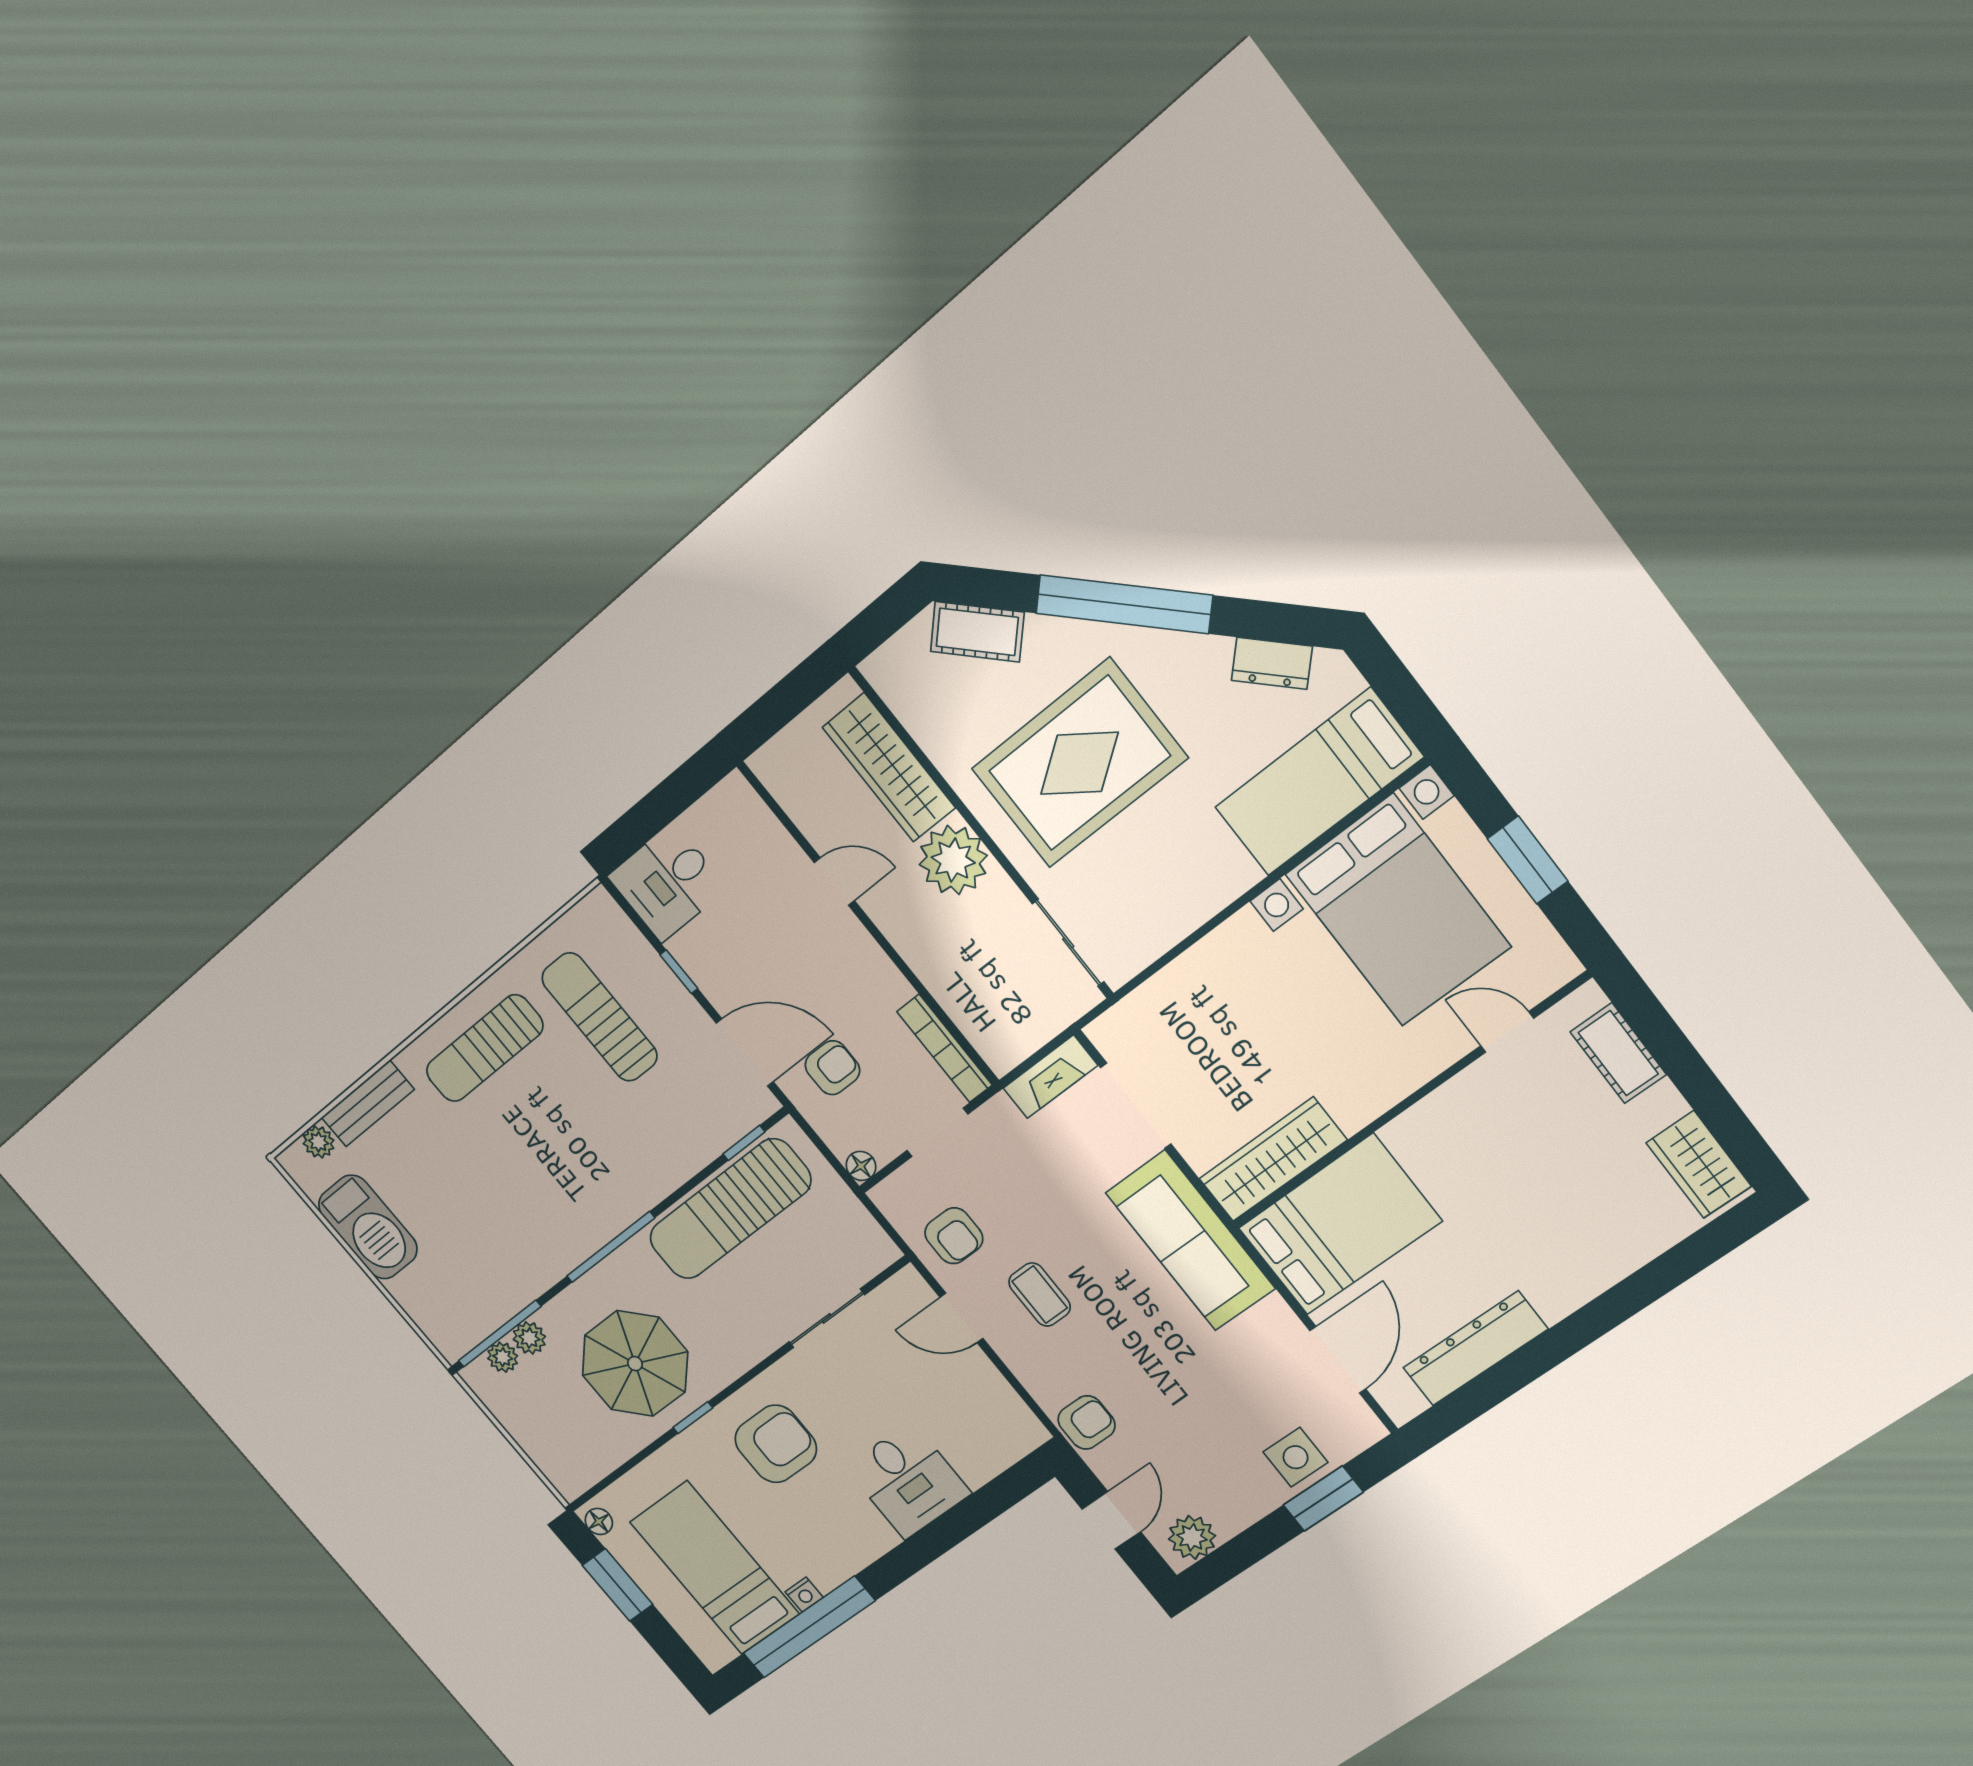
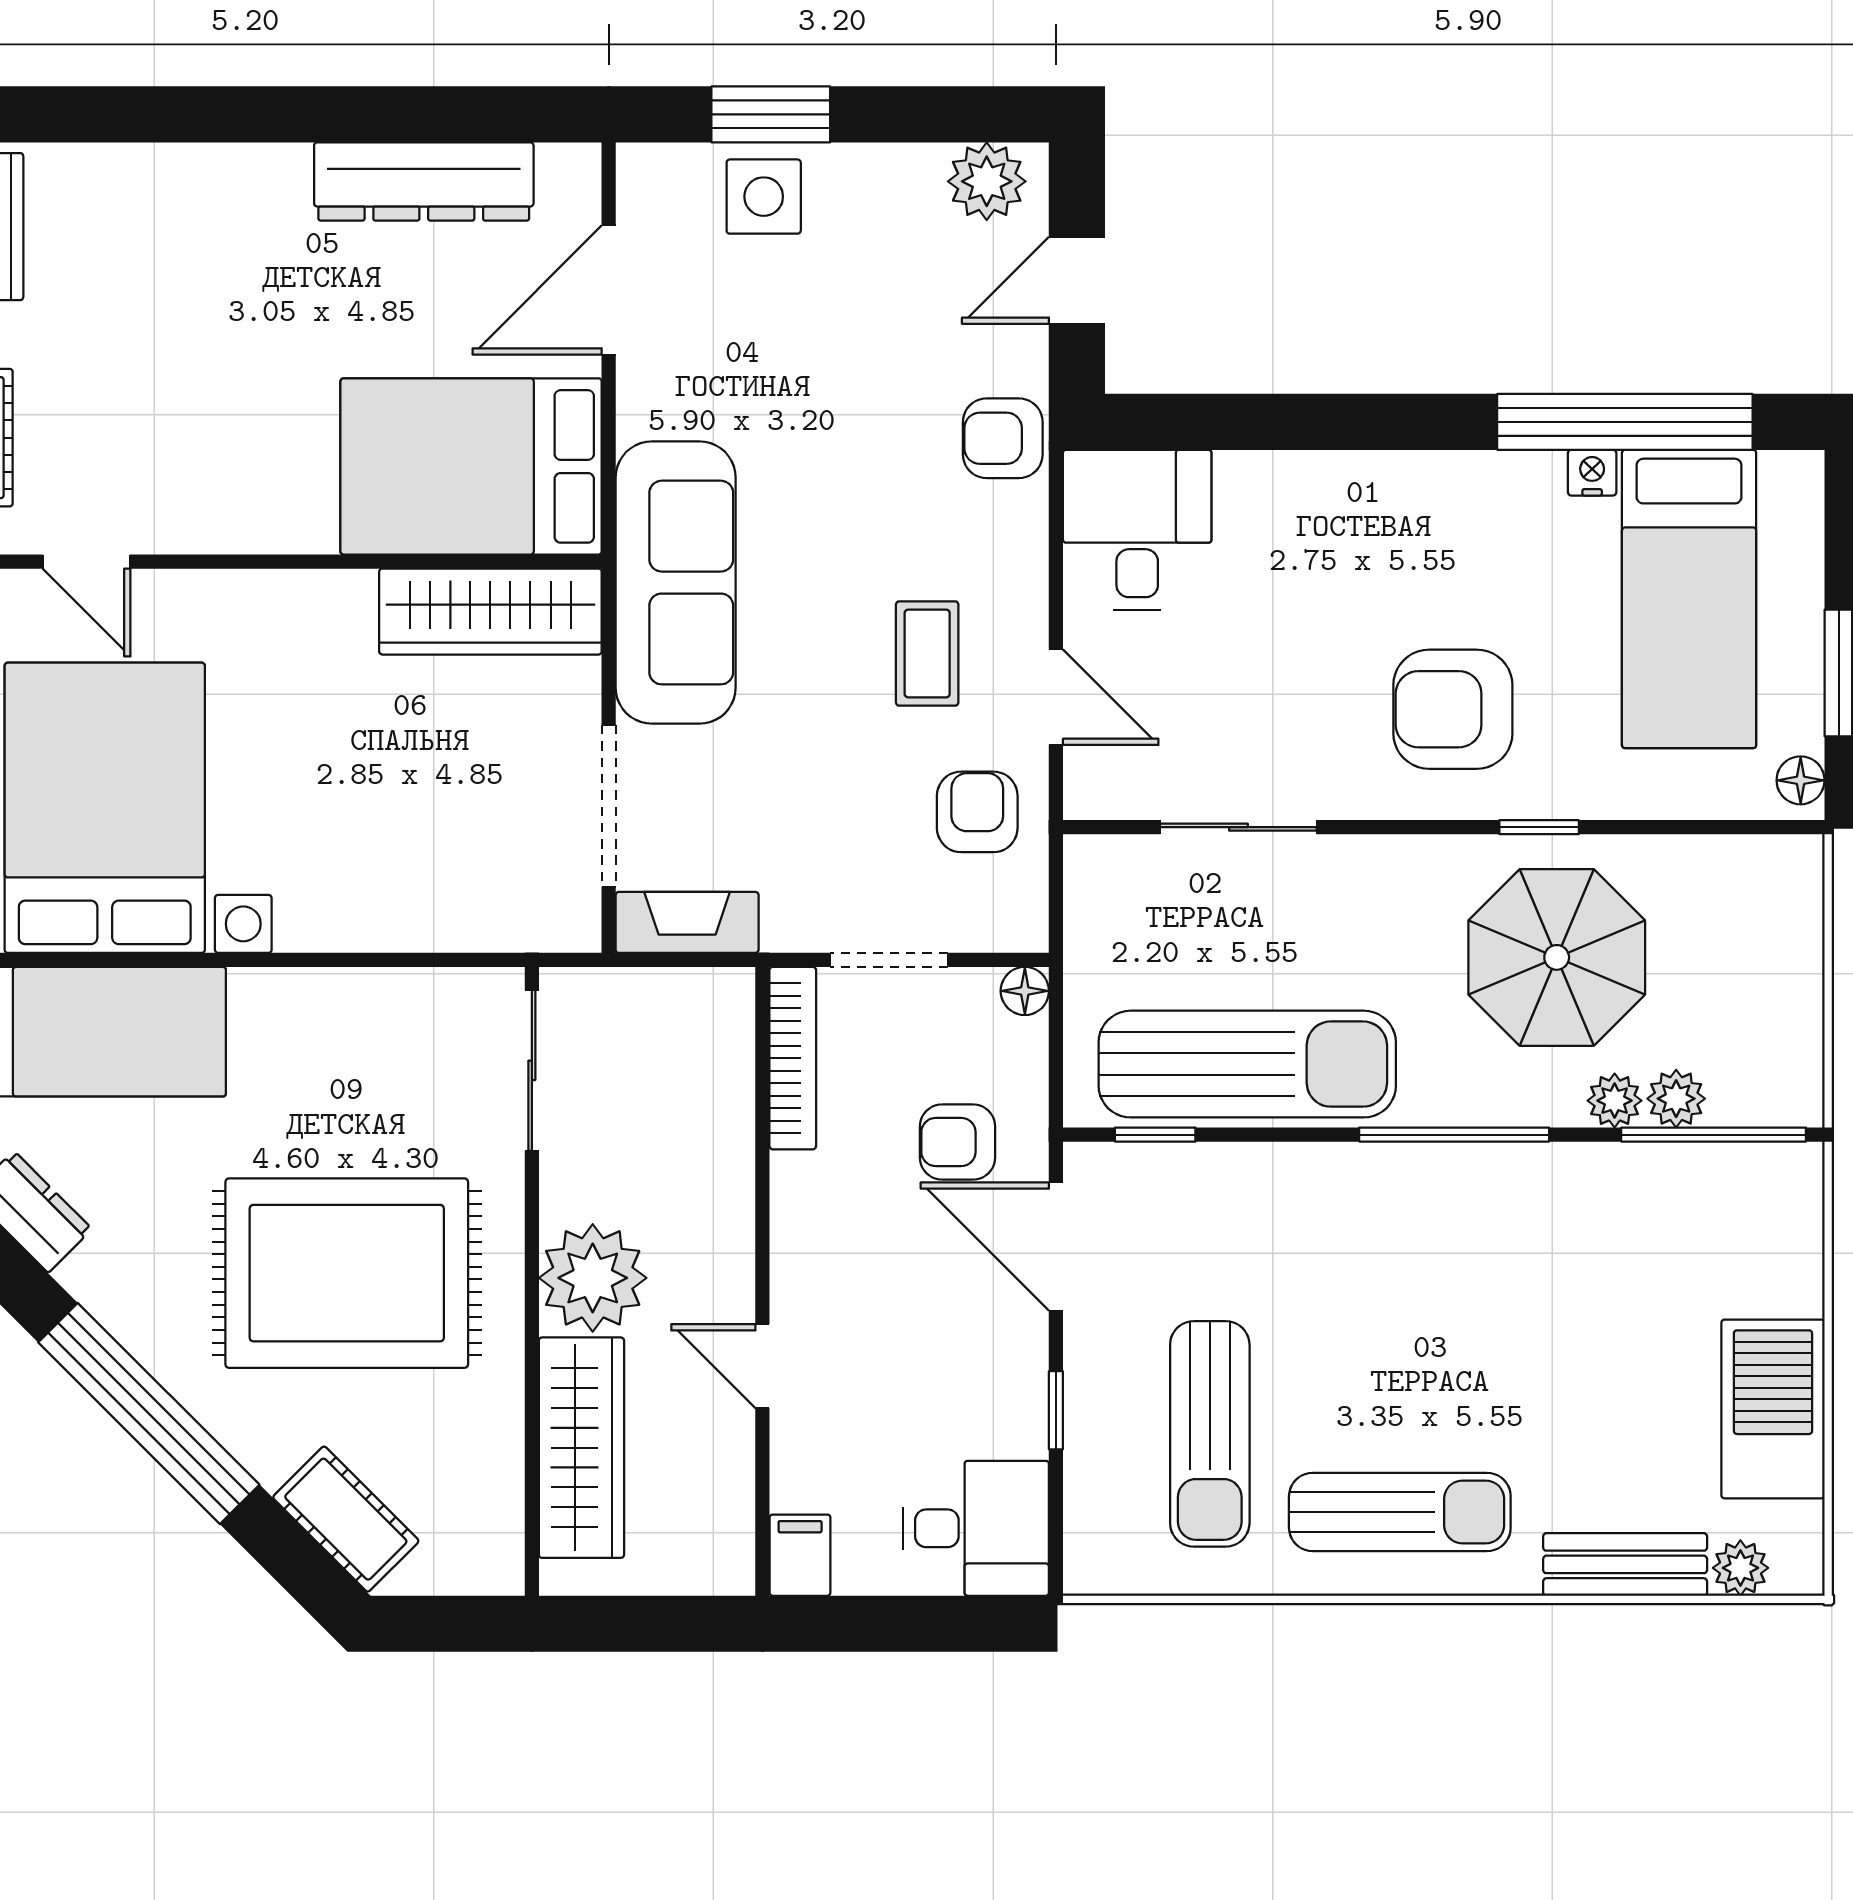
filing cabinet: (739, 800) -> (800, 1555), added
plant: (503, 1357) -> (1615, 1101), moved
desk: (908, 1480) -> (1137, 530), moved

